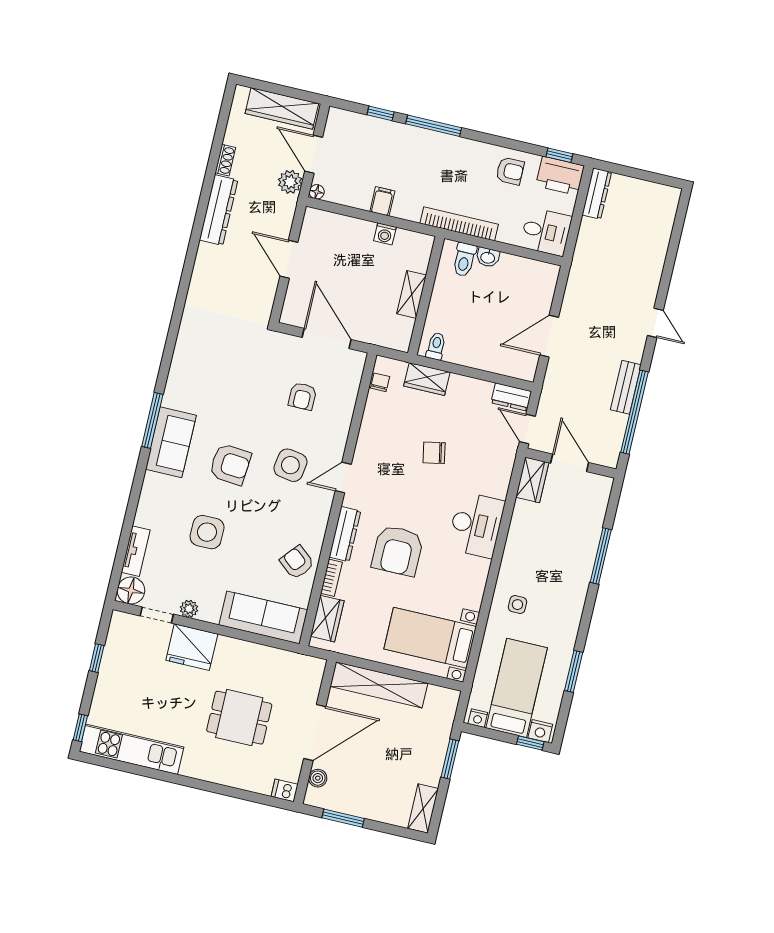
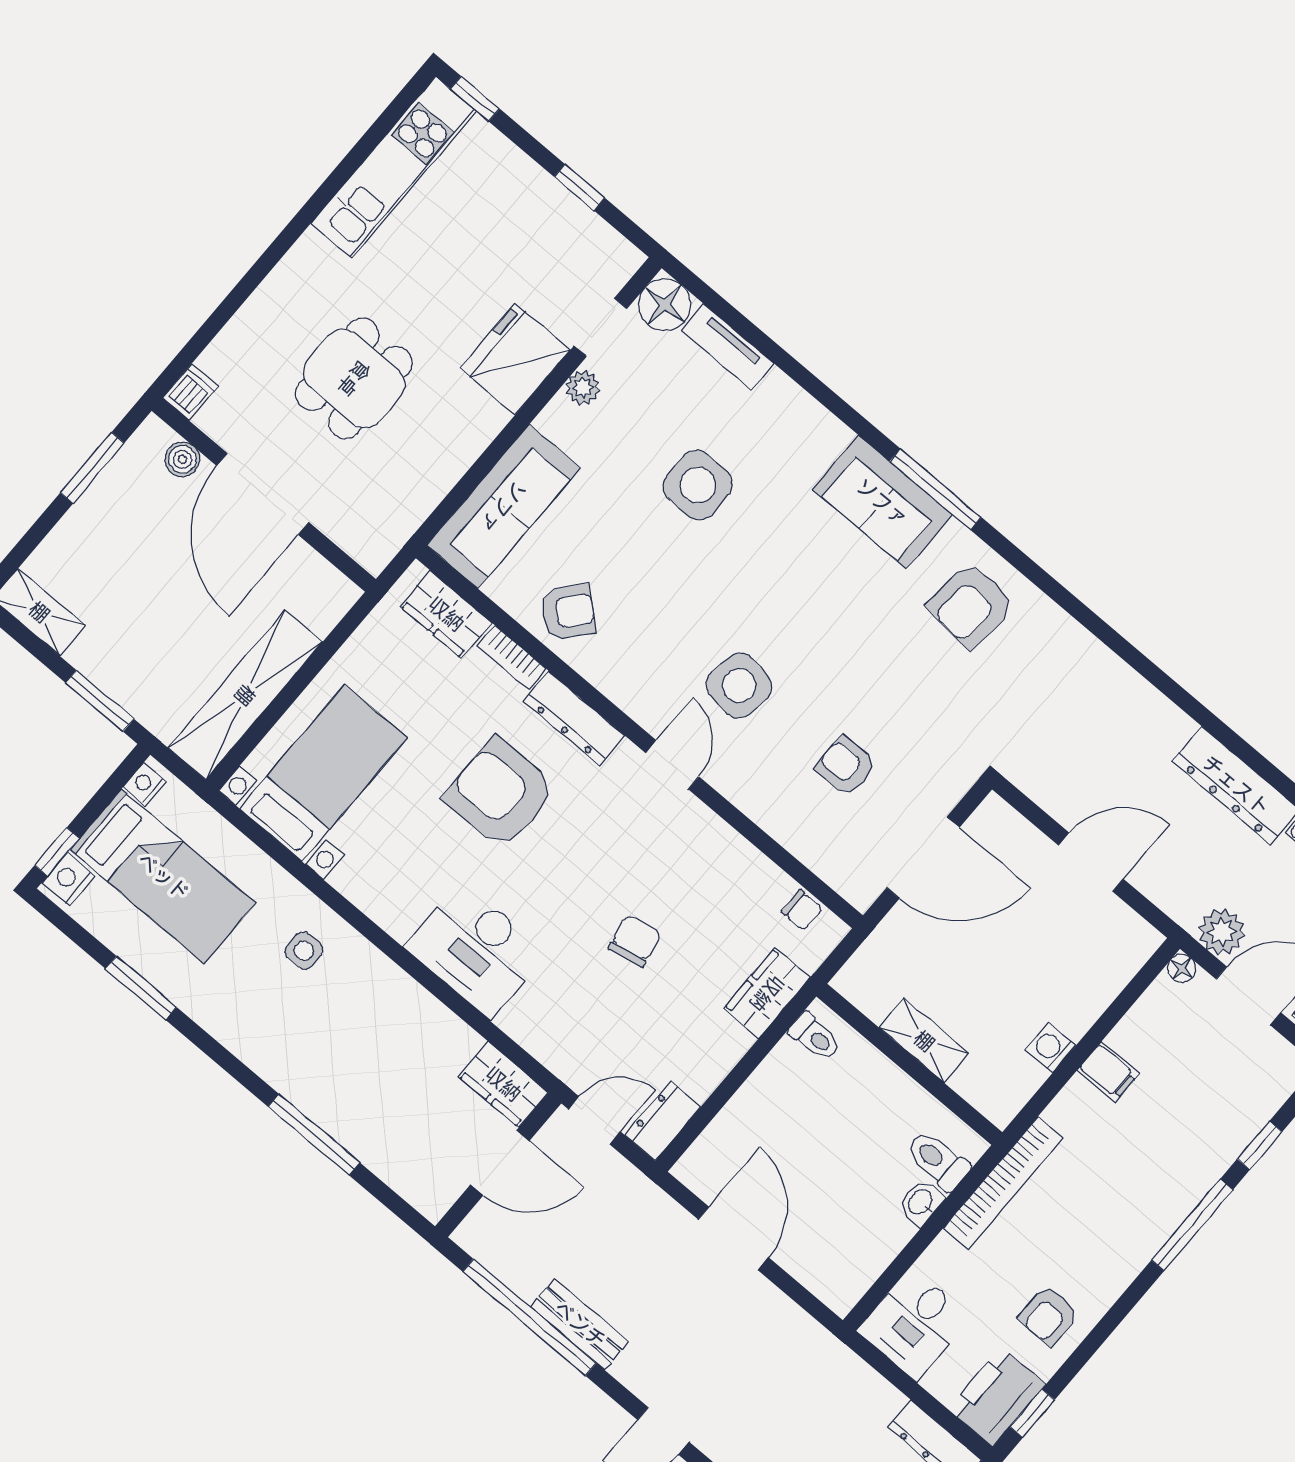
armchair: (230, 464) -> (971, 605), moved
shelving: (379, 685) -> (245, 695), moved

